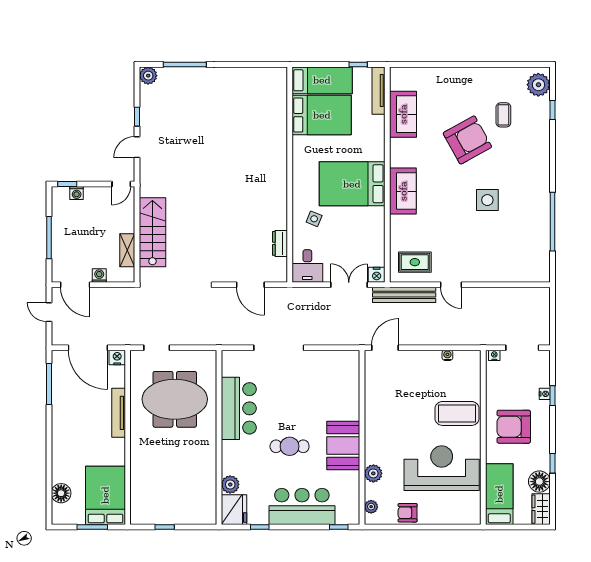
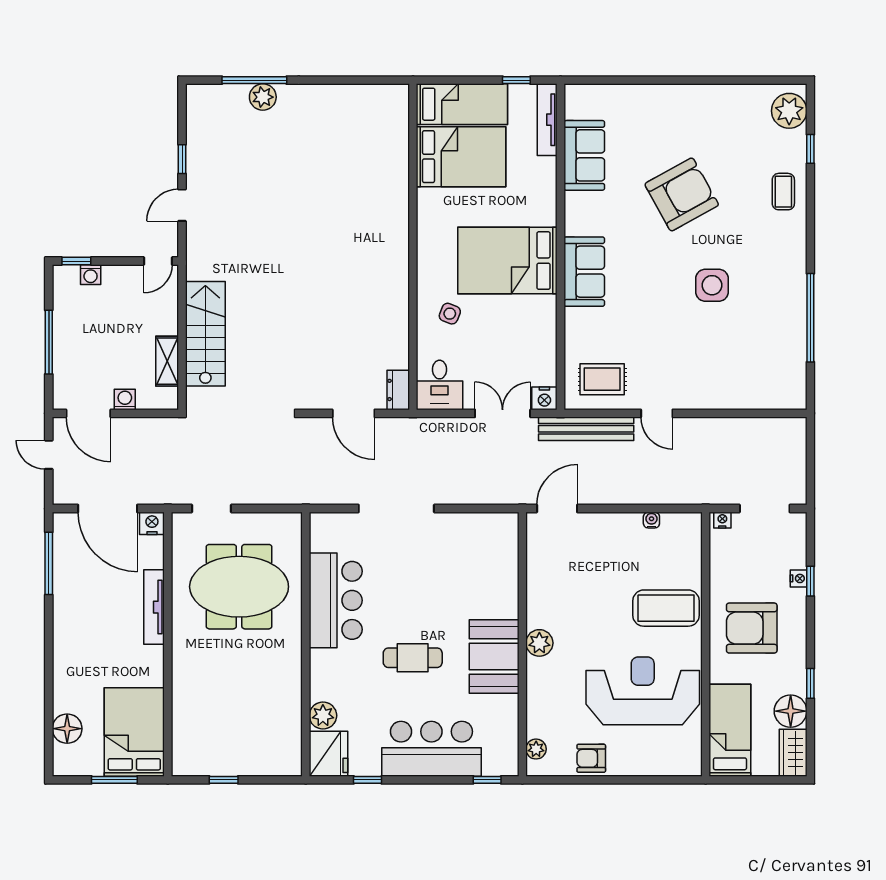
plant: (148, 76) -> (263, 97), moved
coffee table: (503, 115) -> (783, 192), moved
dresser: (280, 243) -> (398, 390), moved
plant: (373, 473) -> (539, 643), moved

